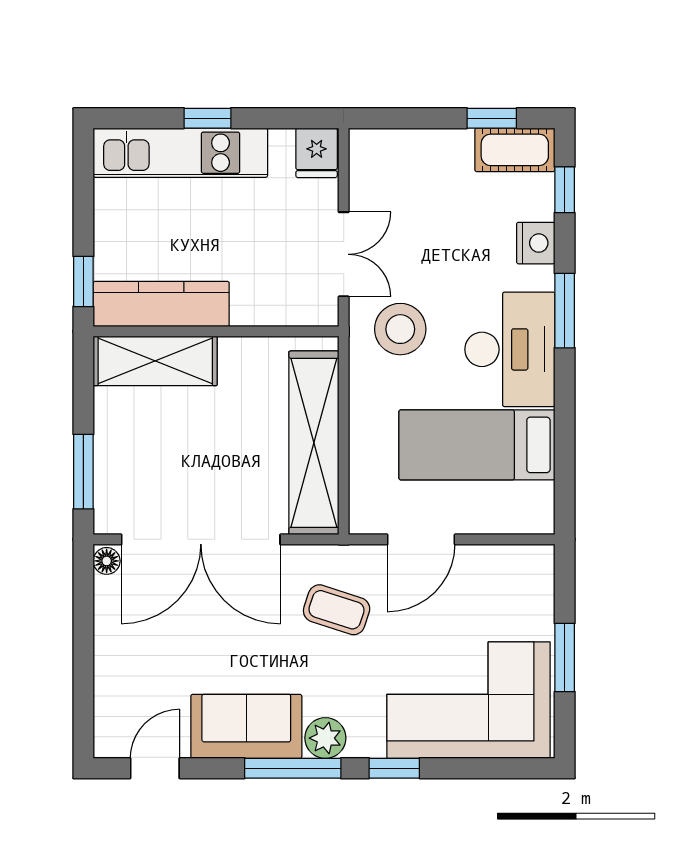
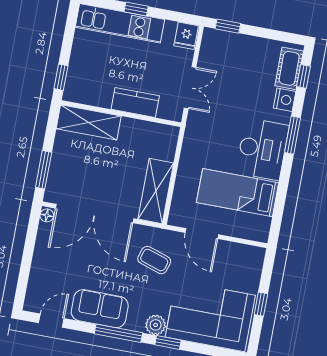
window: (492, 118) -> (228, 26), moved
cot: (515, 150) -> (289, 68), moved, turned 90
kitchen counter: (161, 304) -> (135, 102), moved, width x0.67
stool: (400, 329) -> (211, 129), removed
shelving: (314, 443) -> (156, 191), width x0.68
door: (421, 539) -> (202, 234), hinge flipped
window: (565, 658) -> (261, 304), width x0.67
plant: (325, 738) -> (156, 325), moved

